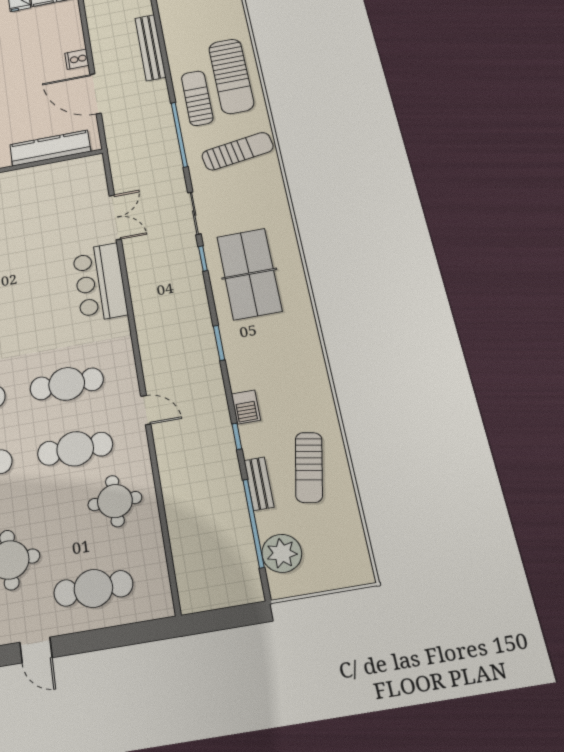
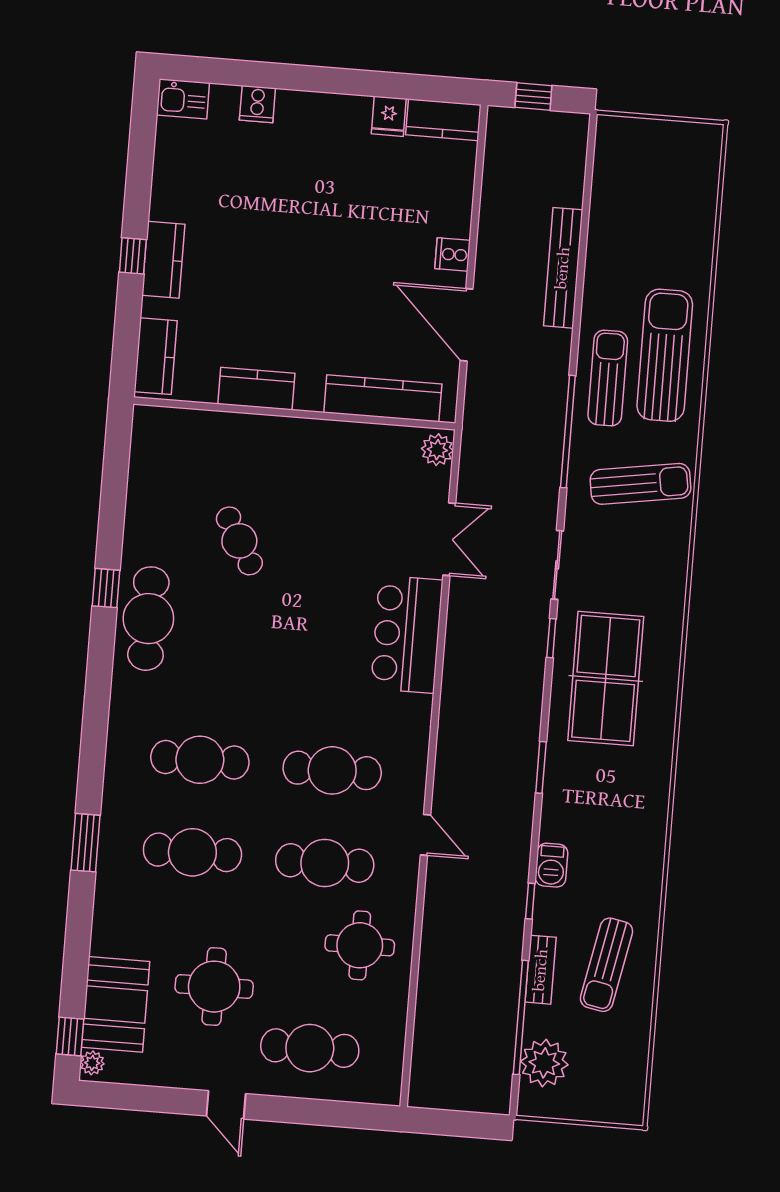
sun lounger: (231, 76) -> (665, 355), turned 180
plant: (94, 167) -> (437, 450), added

